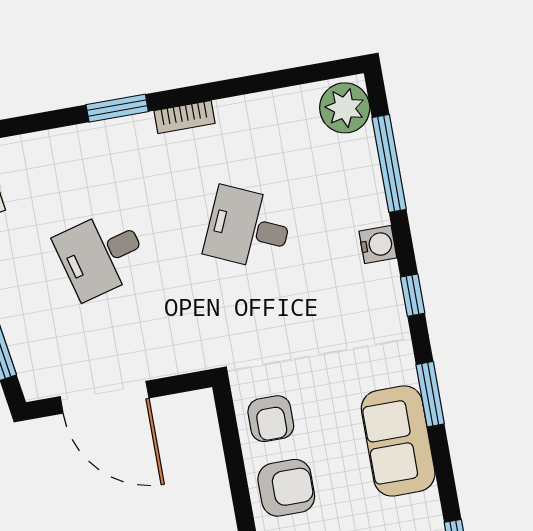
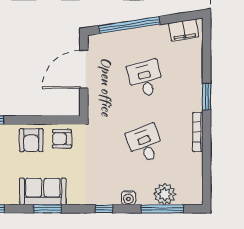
plant: (345, 108) -> (165, 194), moved
bookcase: (184, 117) -> (198, 132), width x1.56
desk: (248, 228) -> (145, 144), turned -45
window: (430, 394) -> (47, 209), moved

